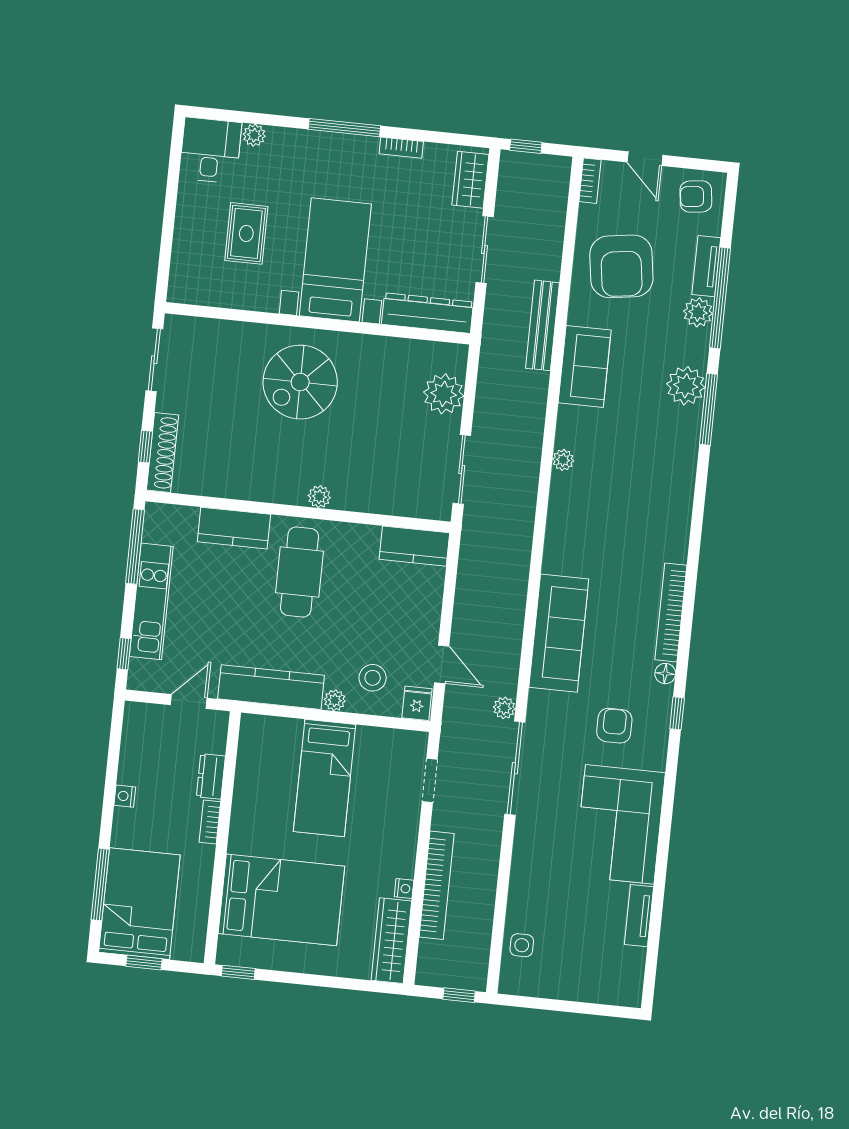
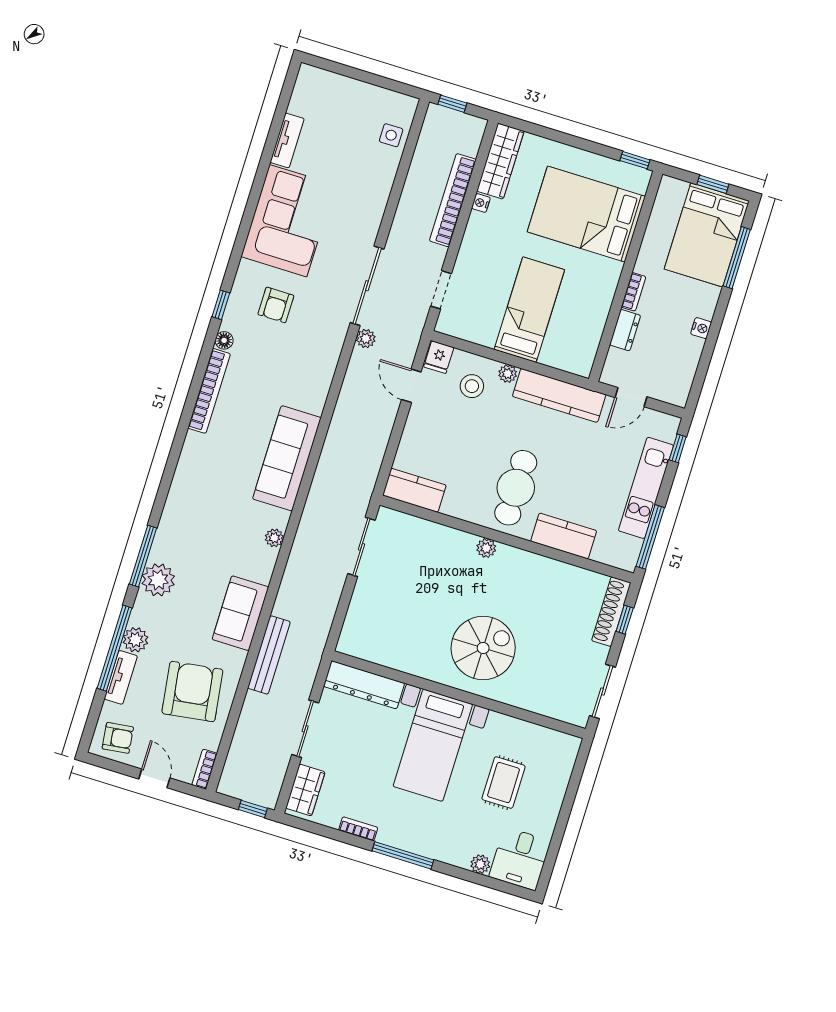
plant: (444, 394) -> (364, 614), removed
sofa: (559, 633) -> (287, 458), moved

